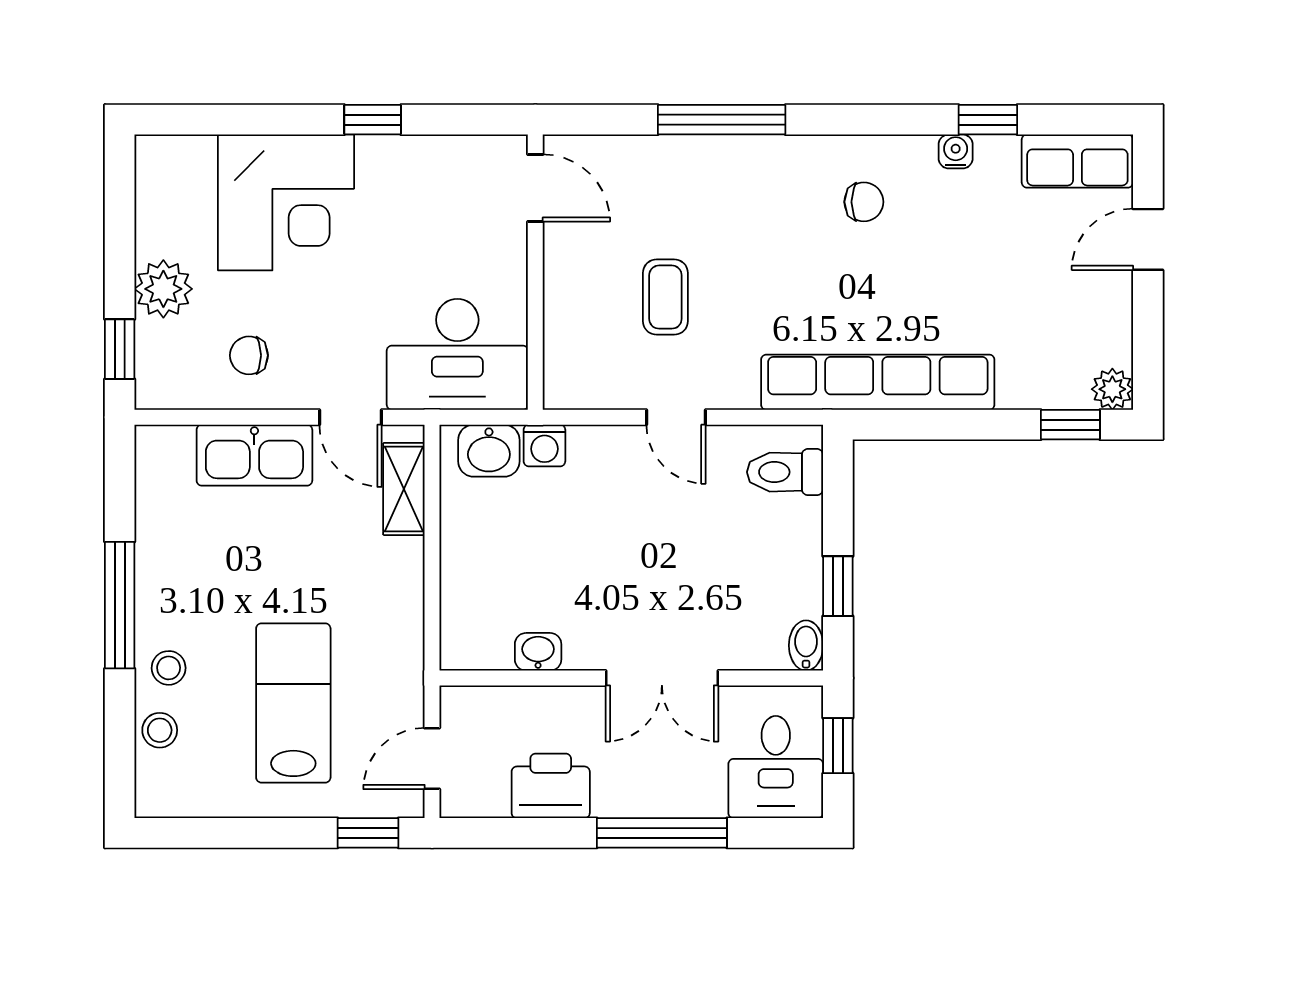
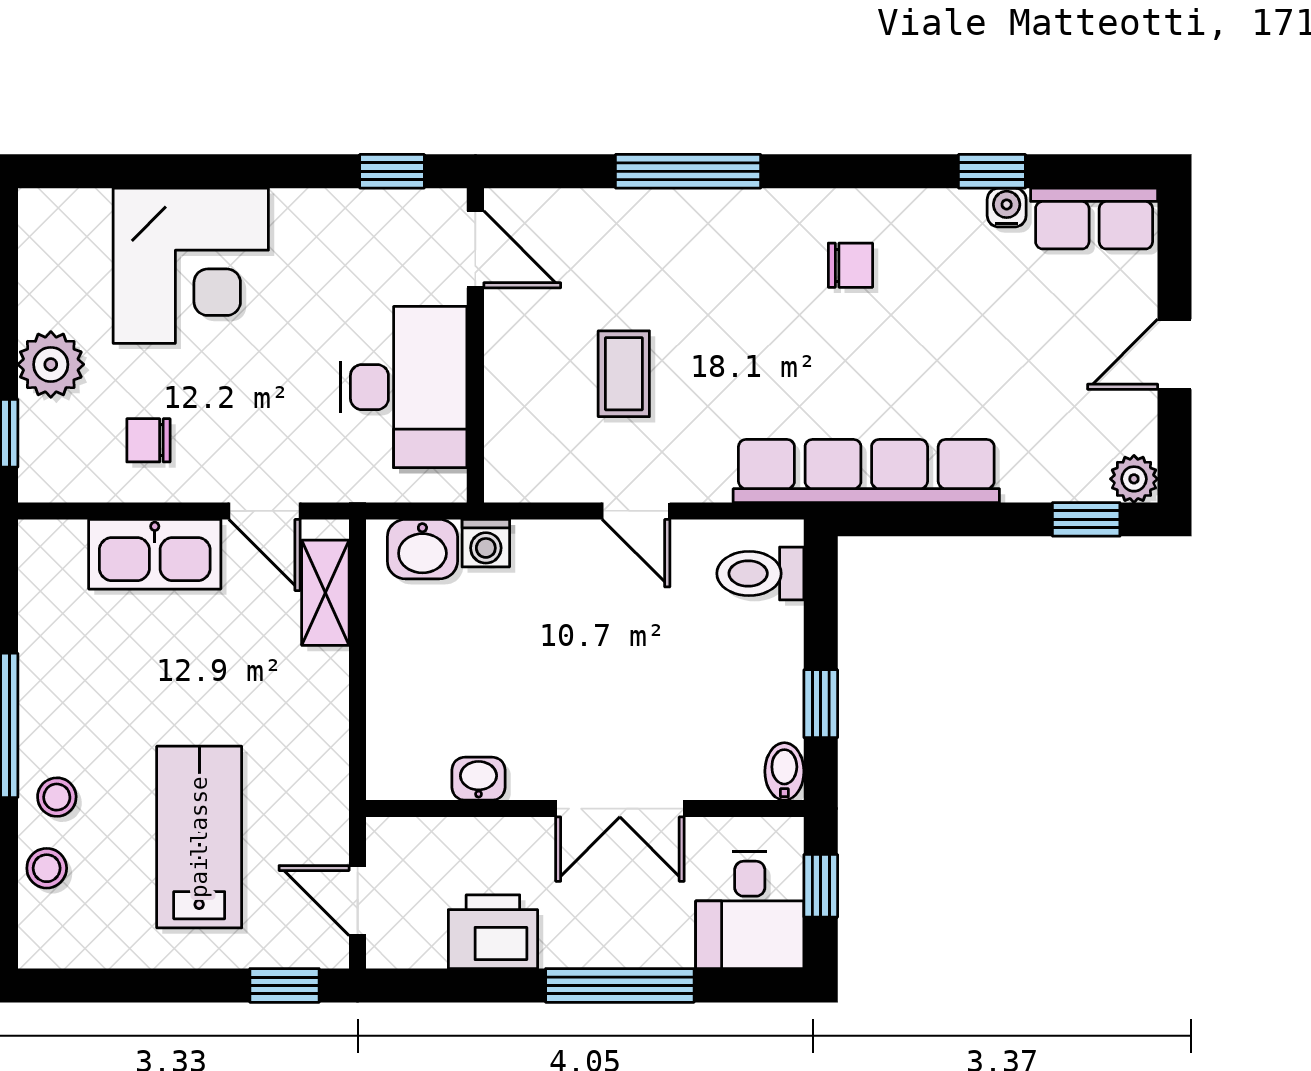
window: (373, 120) -> (392, 171), moved
water cooler: (956, 151) -> (1007, 208), moved
door: (1148, 239) -> (1174, 354), moved
desk: (457, 354) -> (404, 387), moved, turned -90
door: (432, 759) -> (358, 901), hinge flipped

